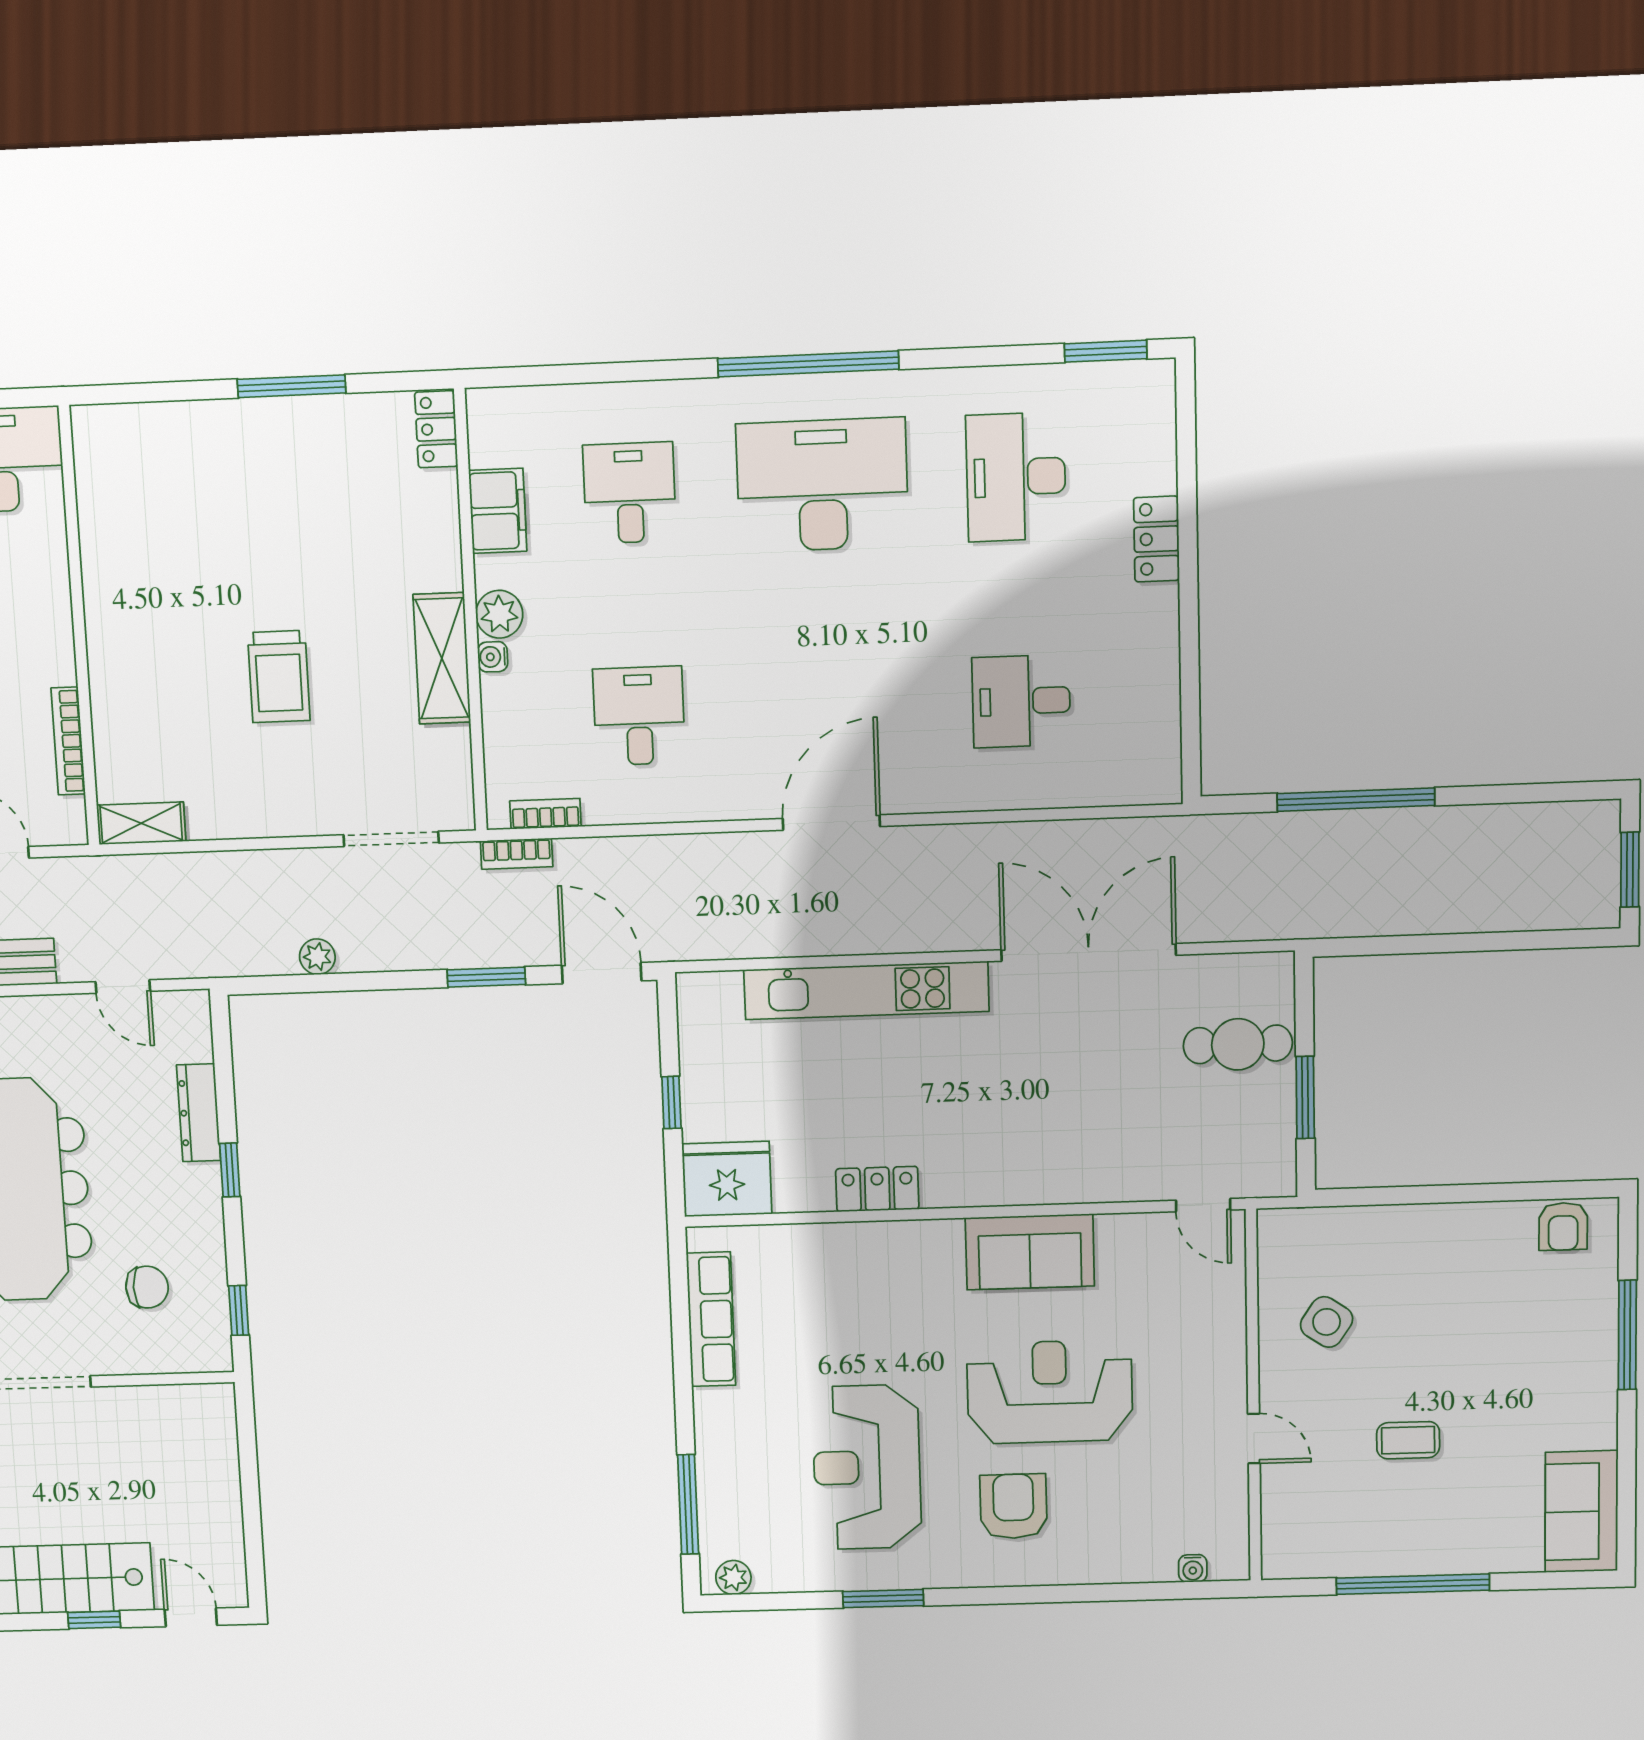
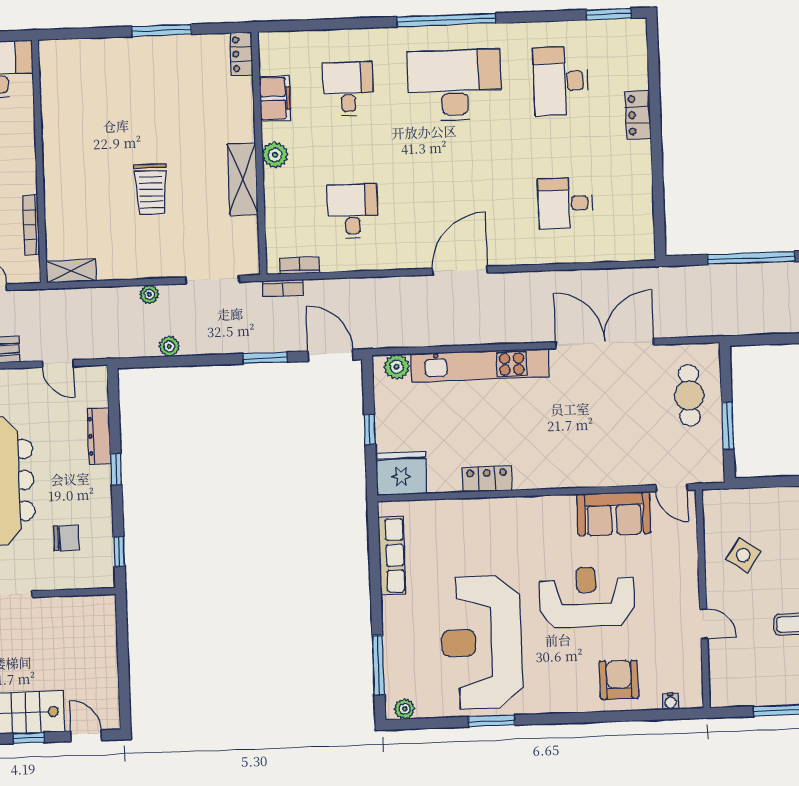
water cooler: (493, 657) -> (271, 178), removed
plant: (280, 865) -> (149, 294), added
plant: (719, 993) -> (397, 367), added
cafe table: (1238, 1044) -> (689, 395), turned 90
sofa: (1030, 1252) -> (614, 514), moved
reception desk: (867, 1467) -> (482, 642), width x1.36, depth x1.30
armchair: (1013, 1506) -> (619, 680), moved

